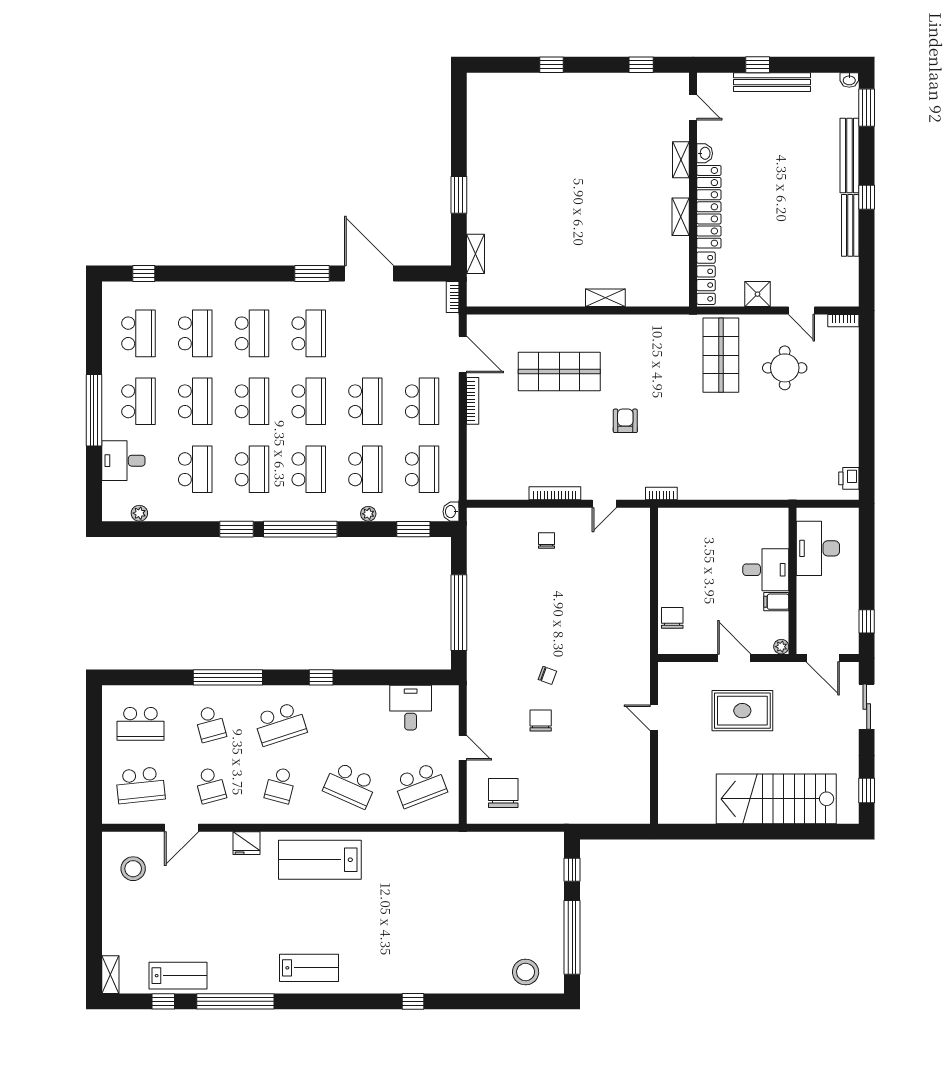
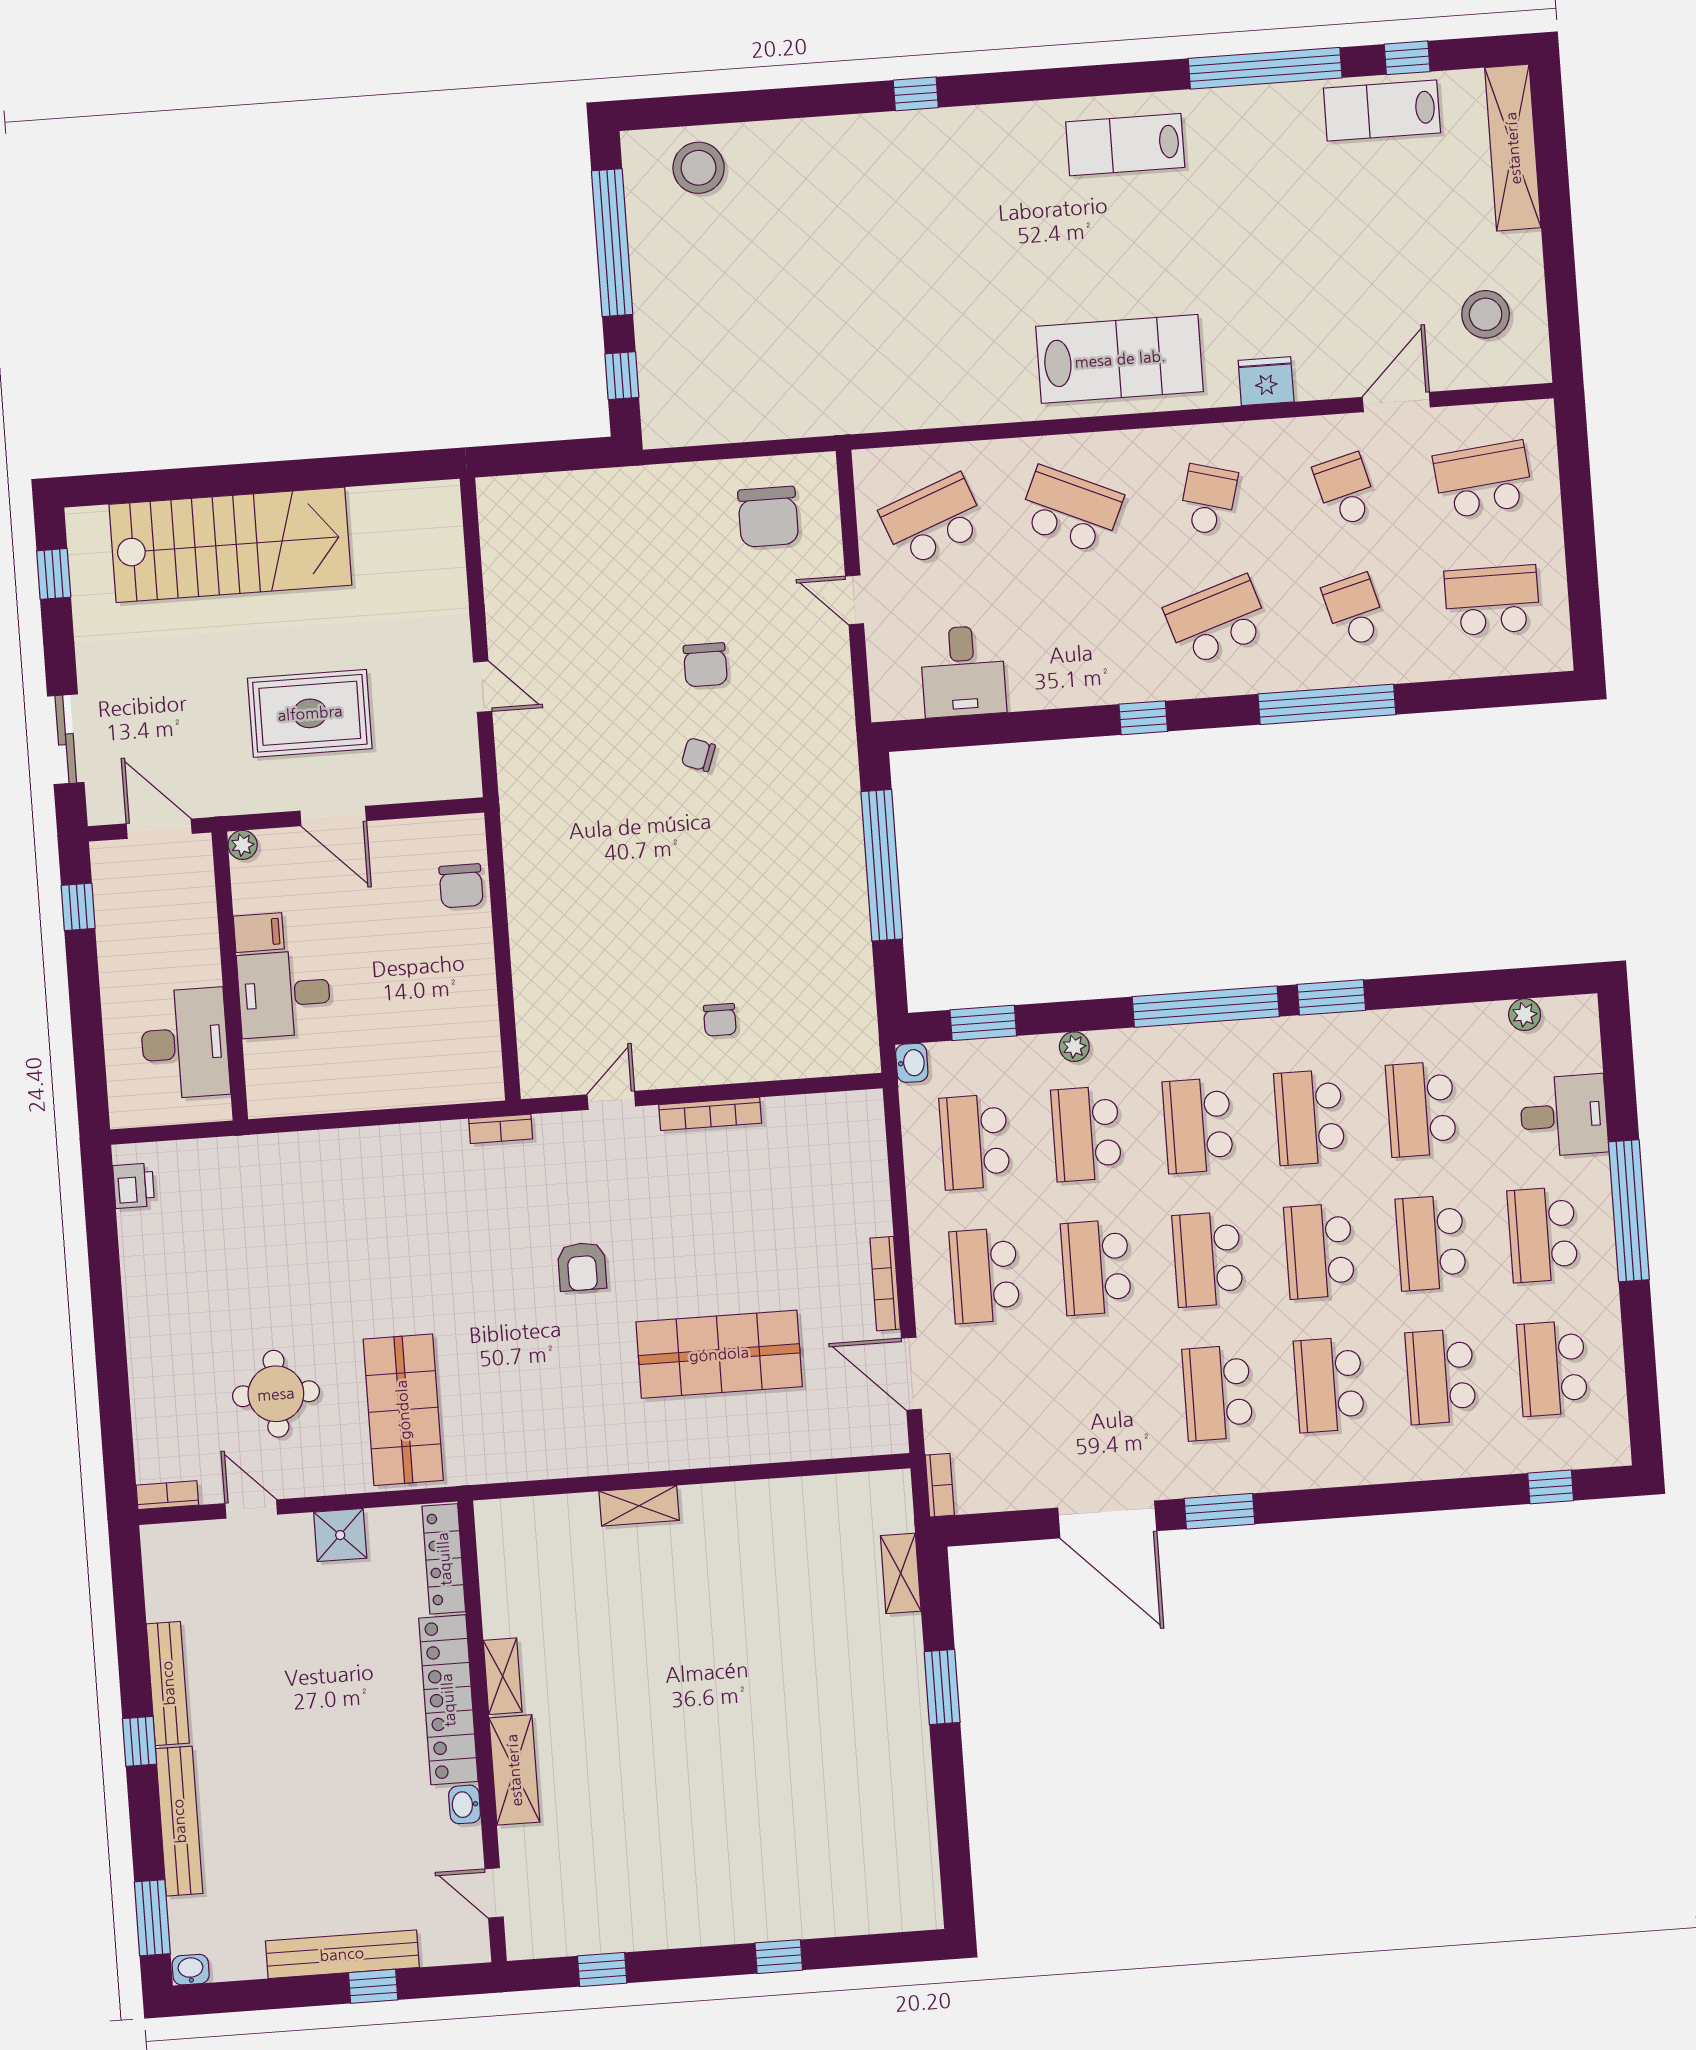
shelving: (681, 160) -> (514, 1770), width x1.50, depth x1.33
shelving: (110, 975) -> (1513, 148), width x2.20, depth x1.33

